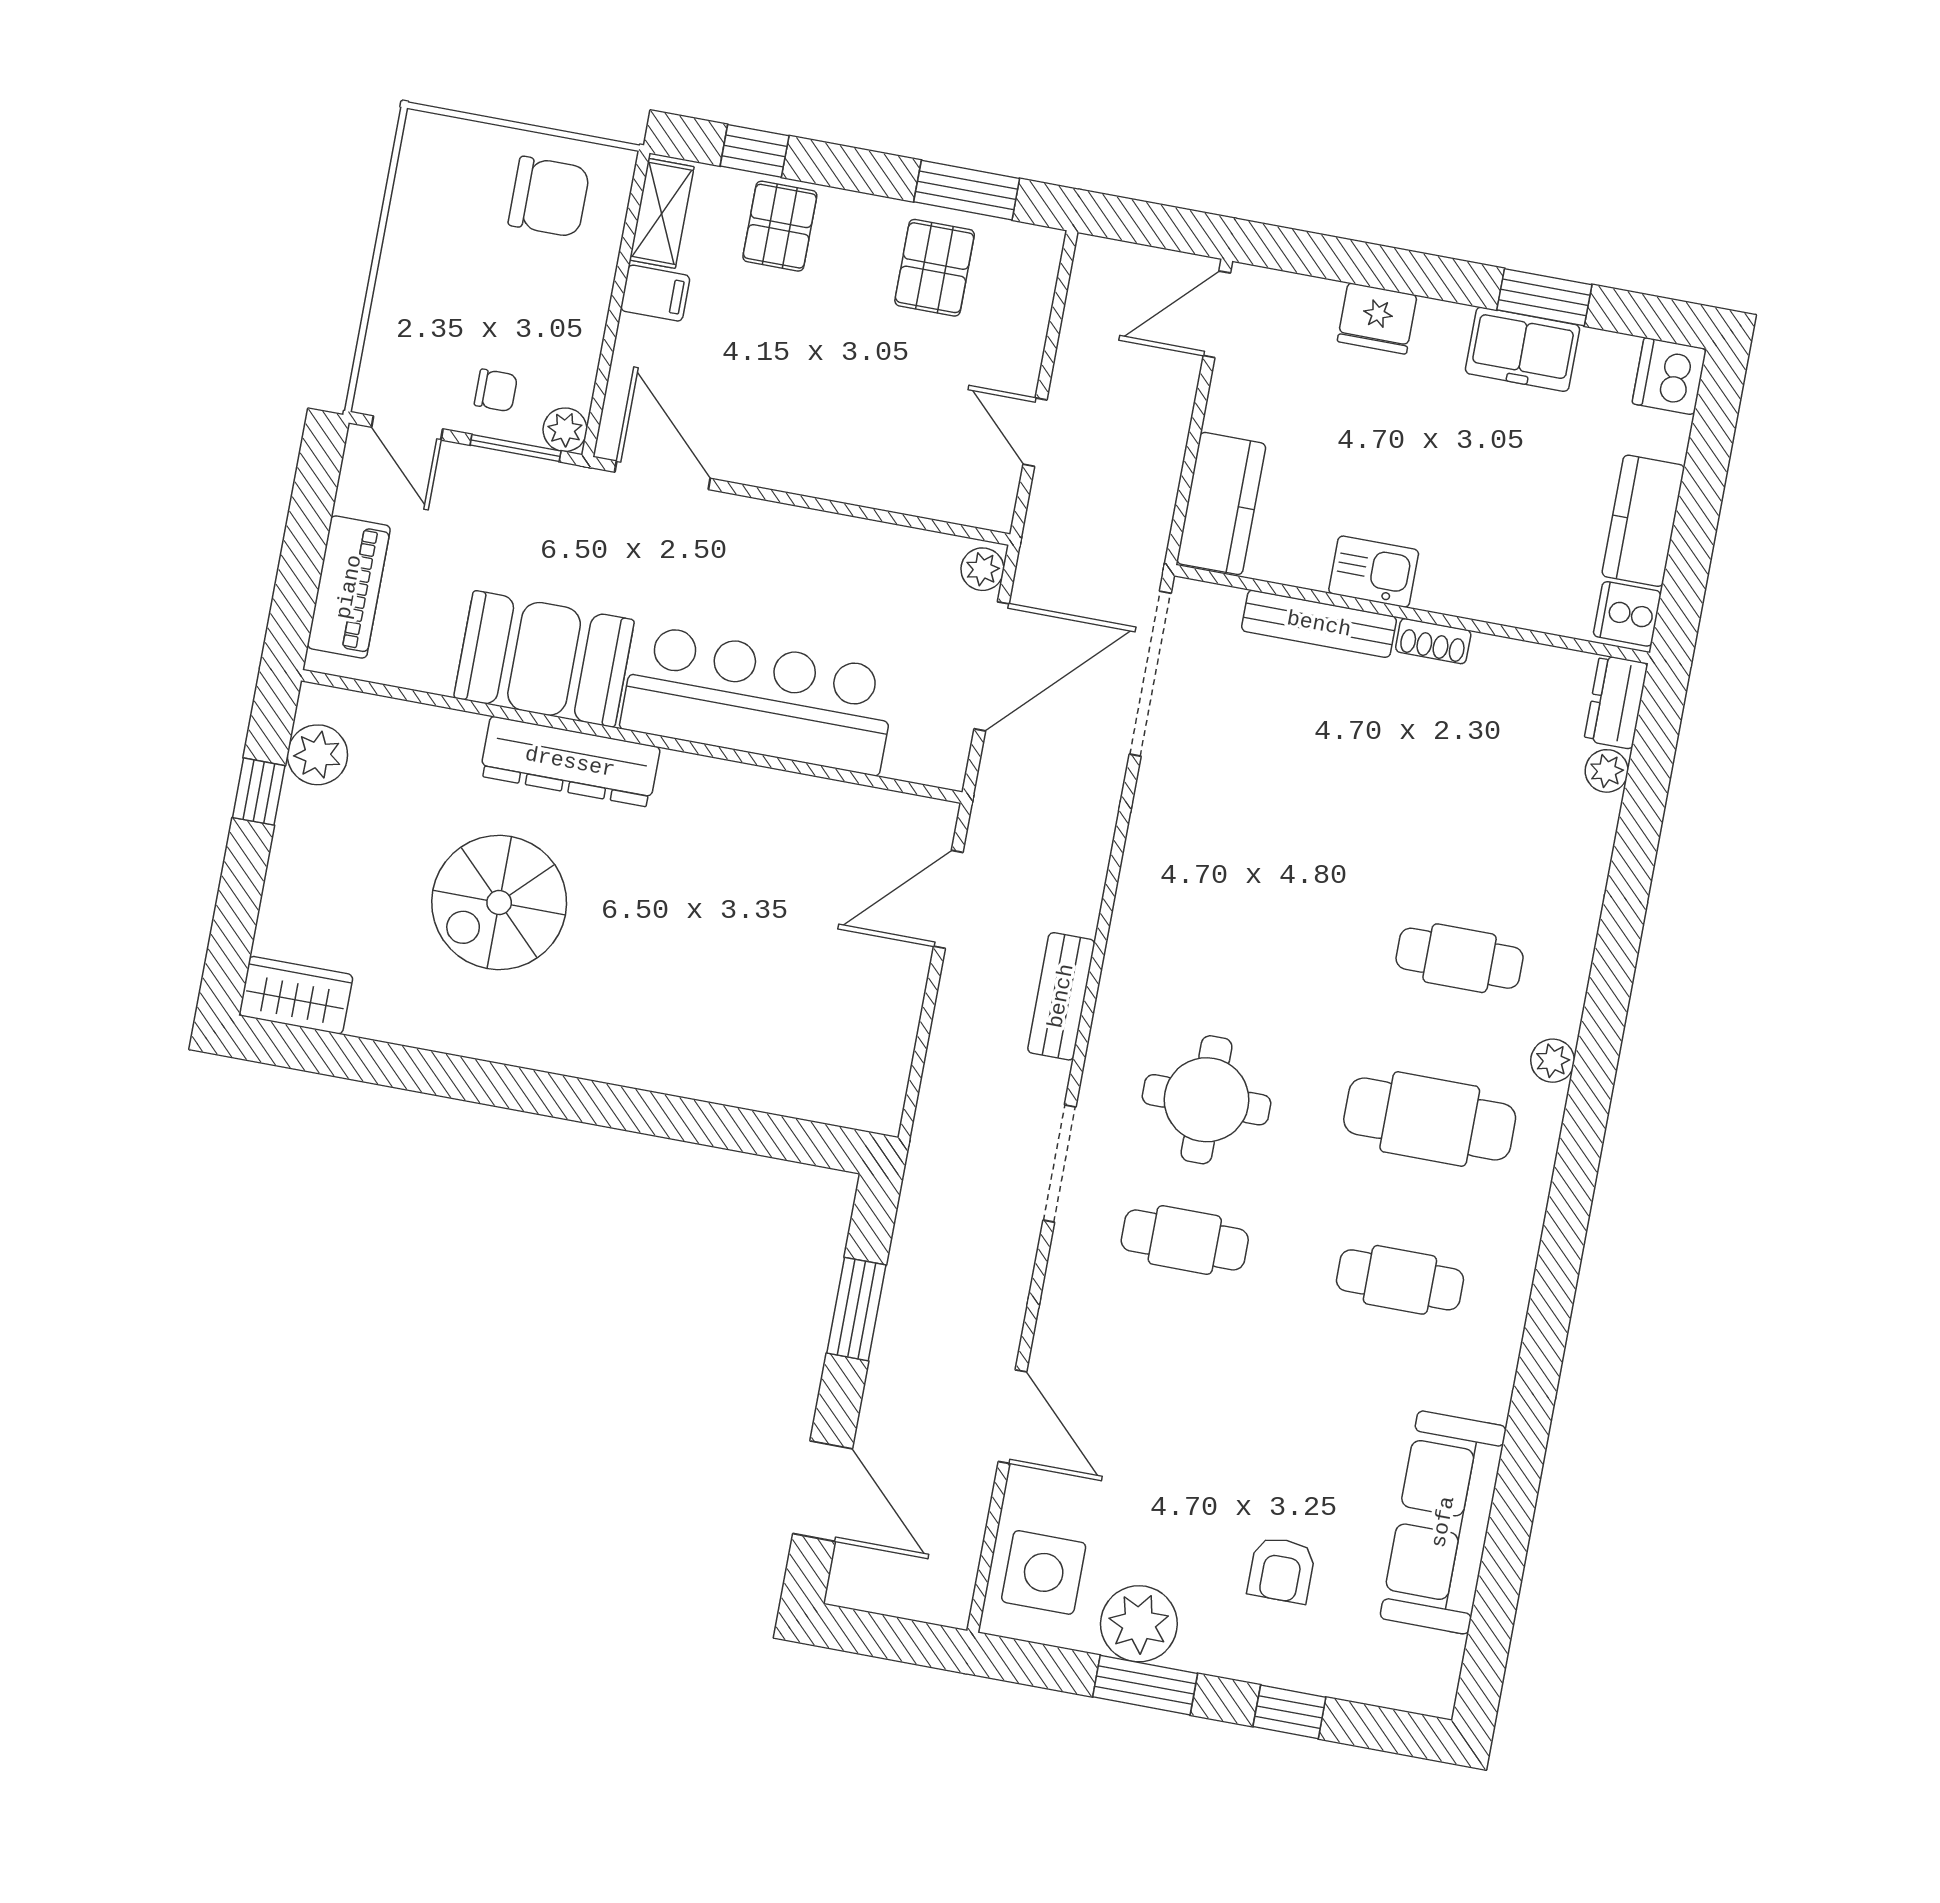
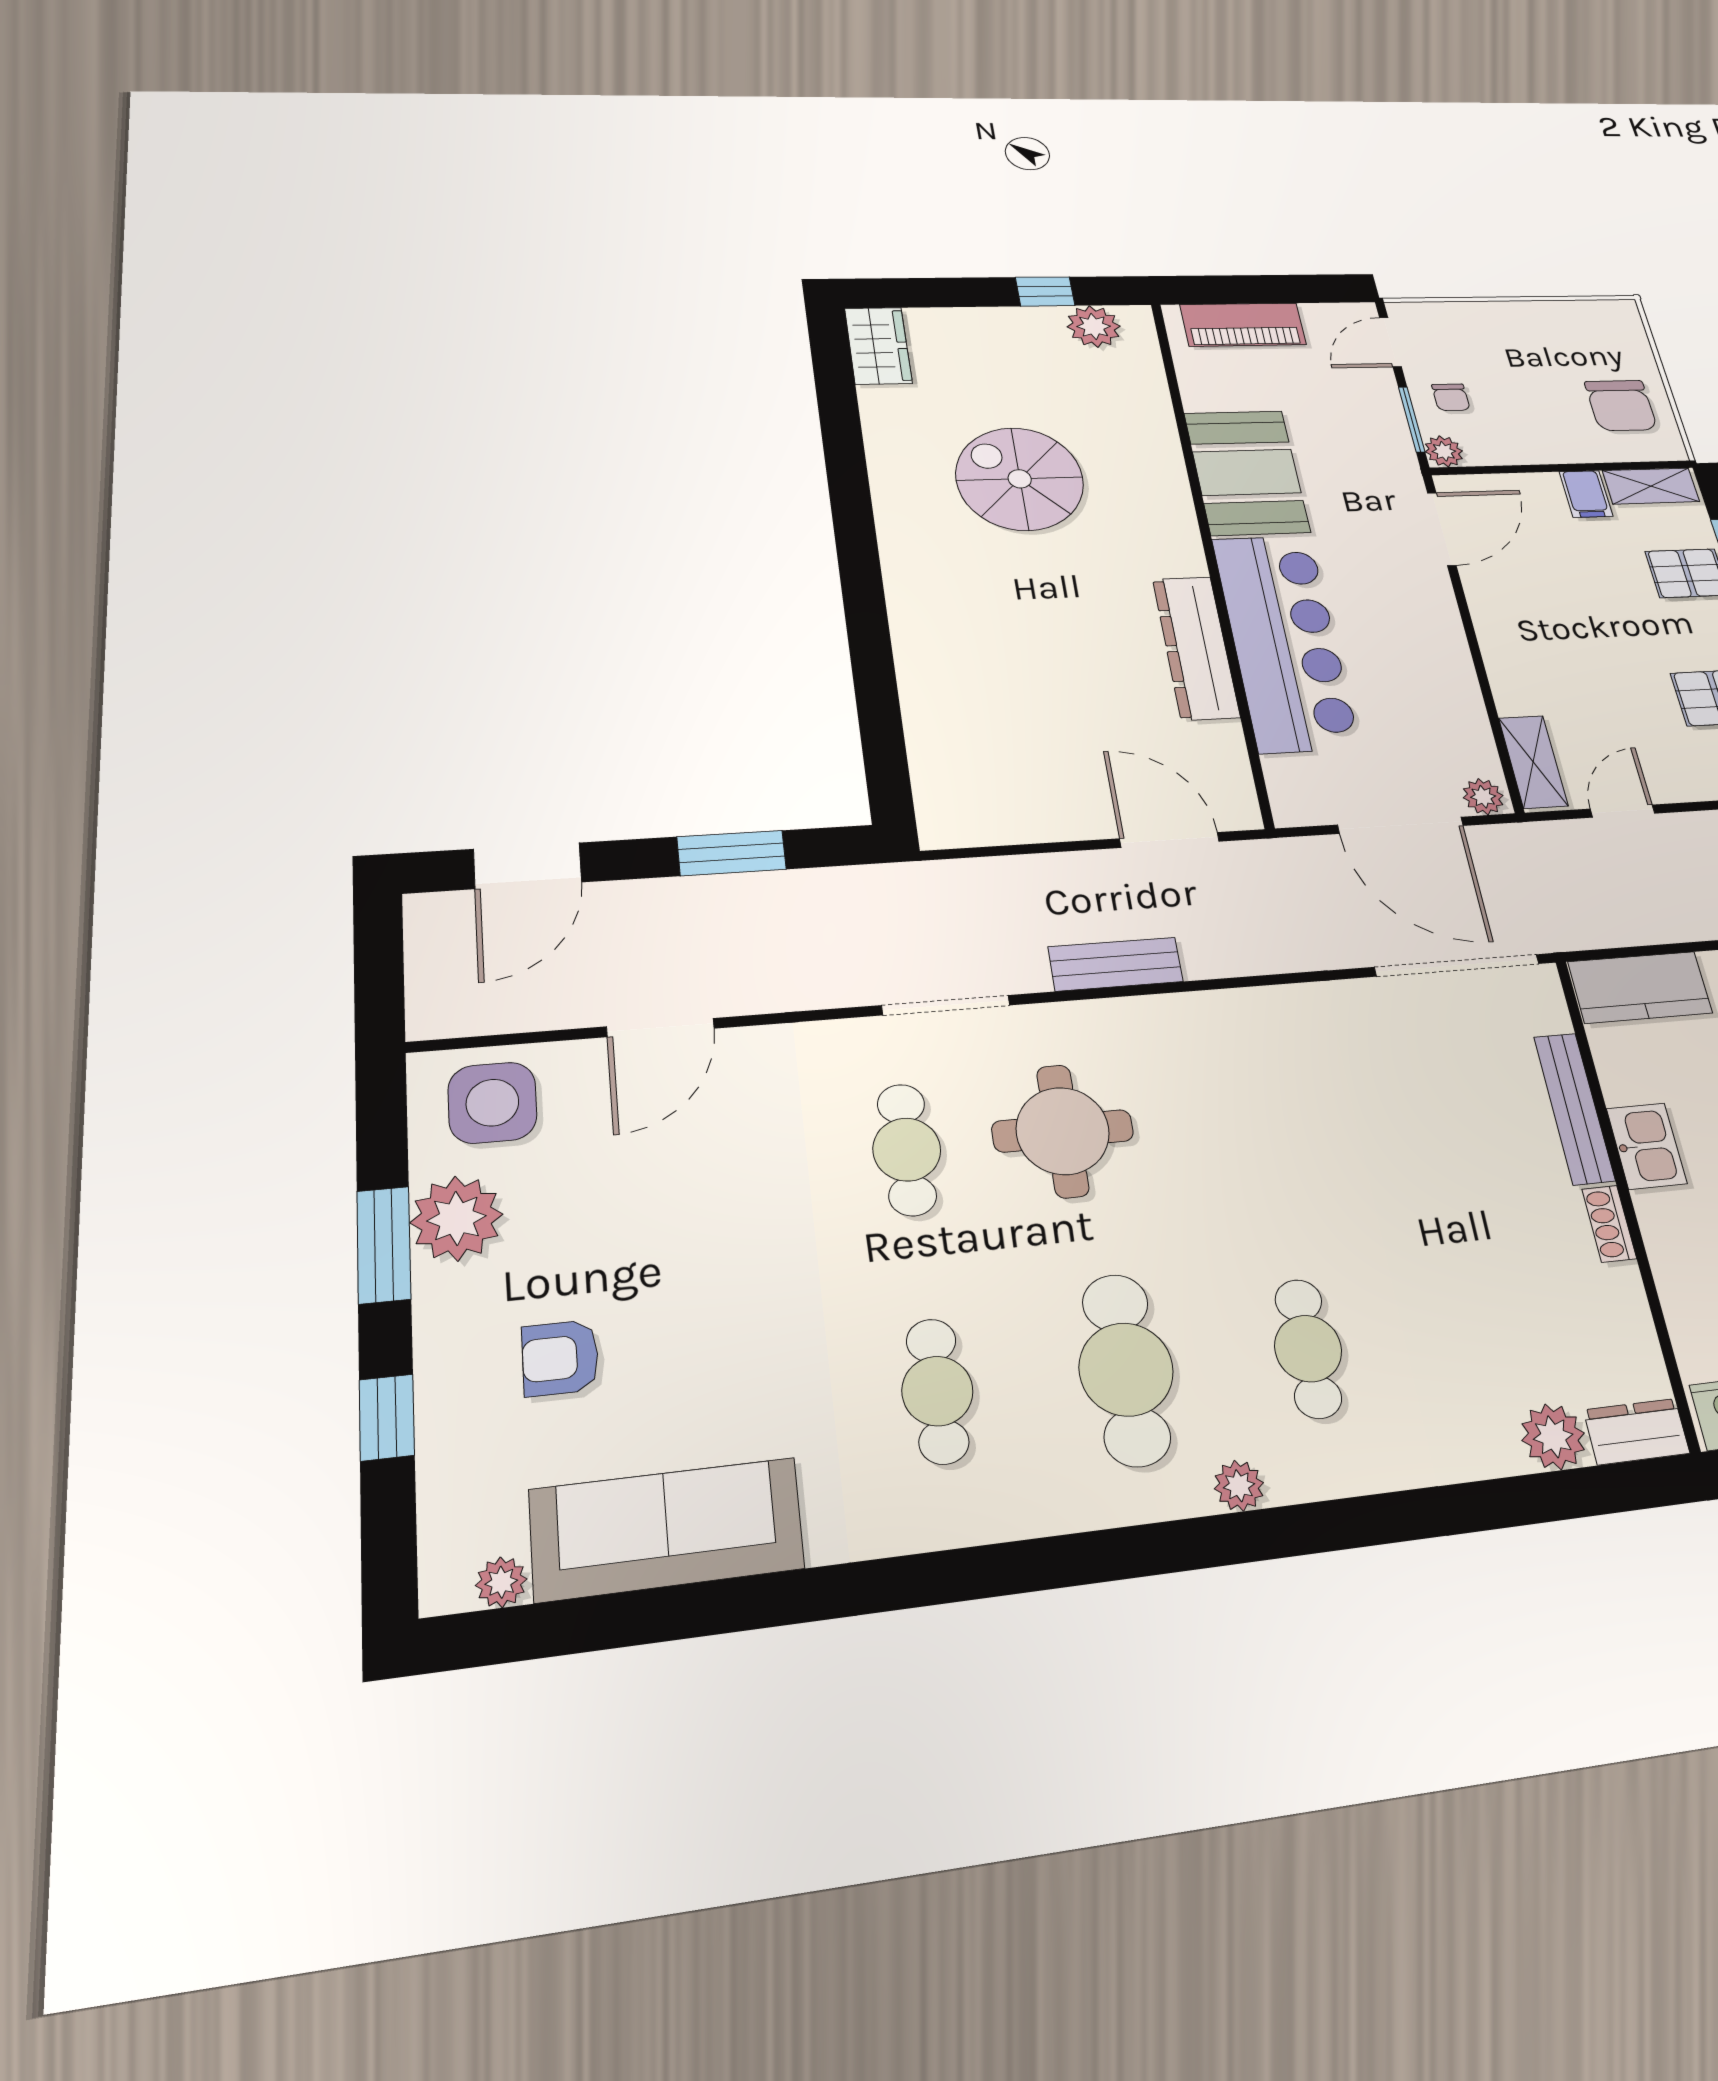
shelving: (958, 500) -> (1533, 762), added
dresser: (570, 762) -> (1196, 648), moved
plant: (1607, 771) -> (1553, 1437), width x1.38, depth x1.38
plant: (1444, 1655) -> (501, 1582), added

